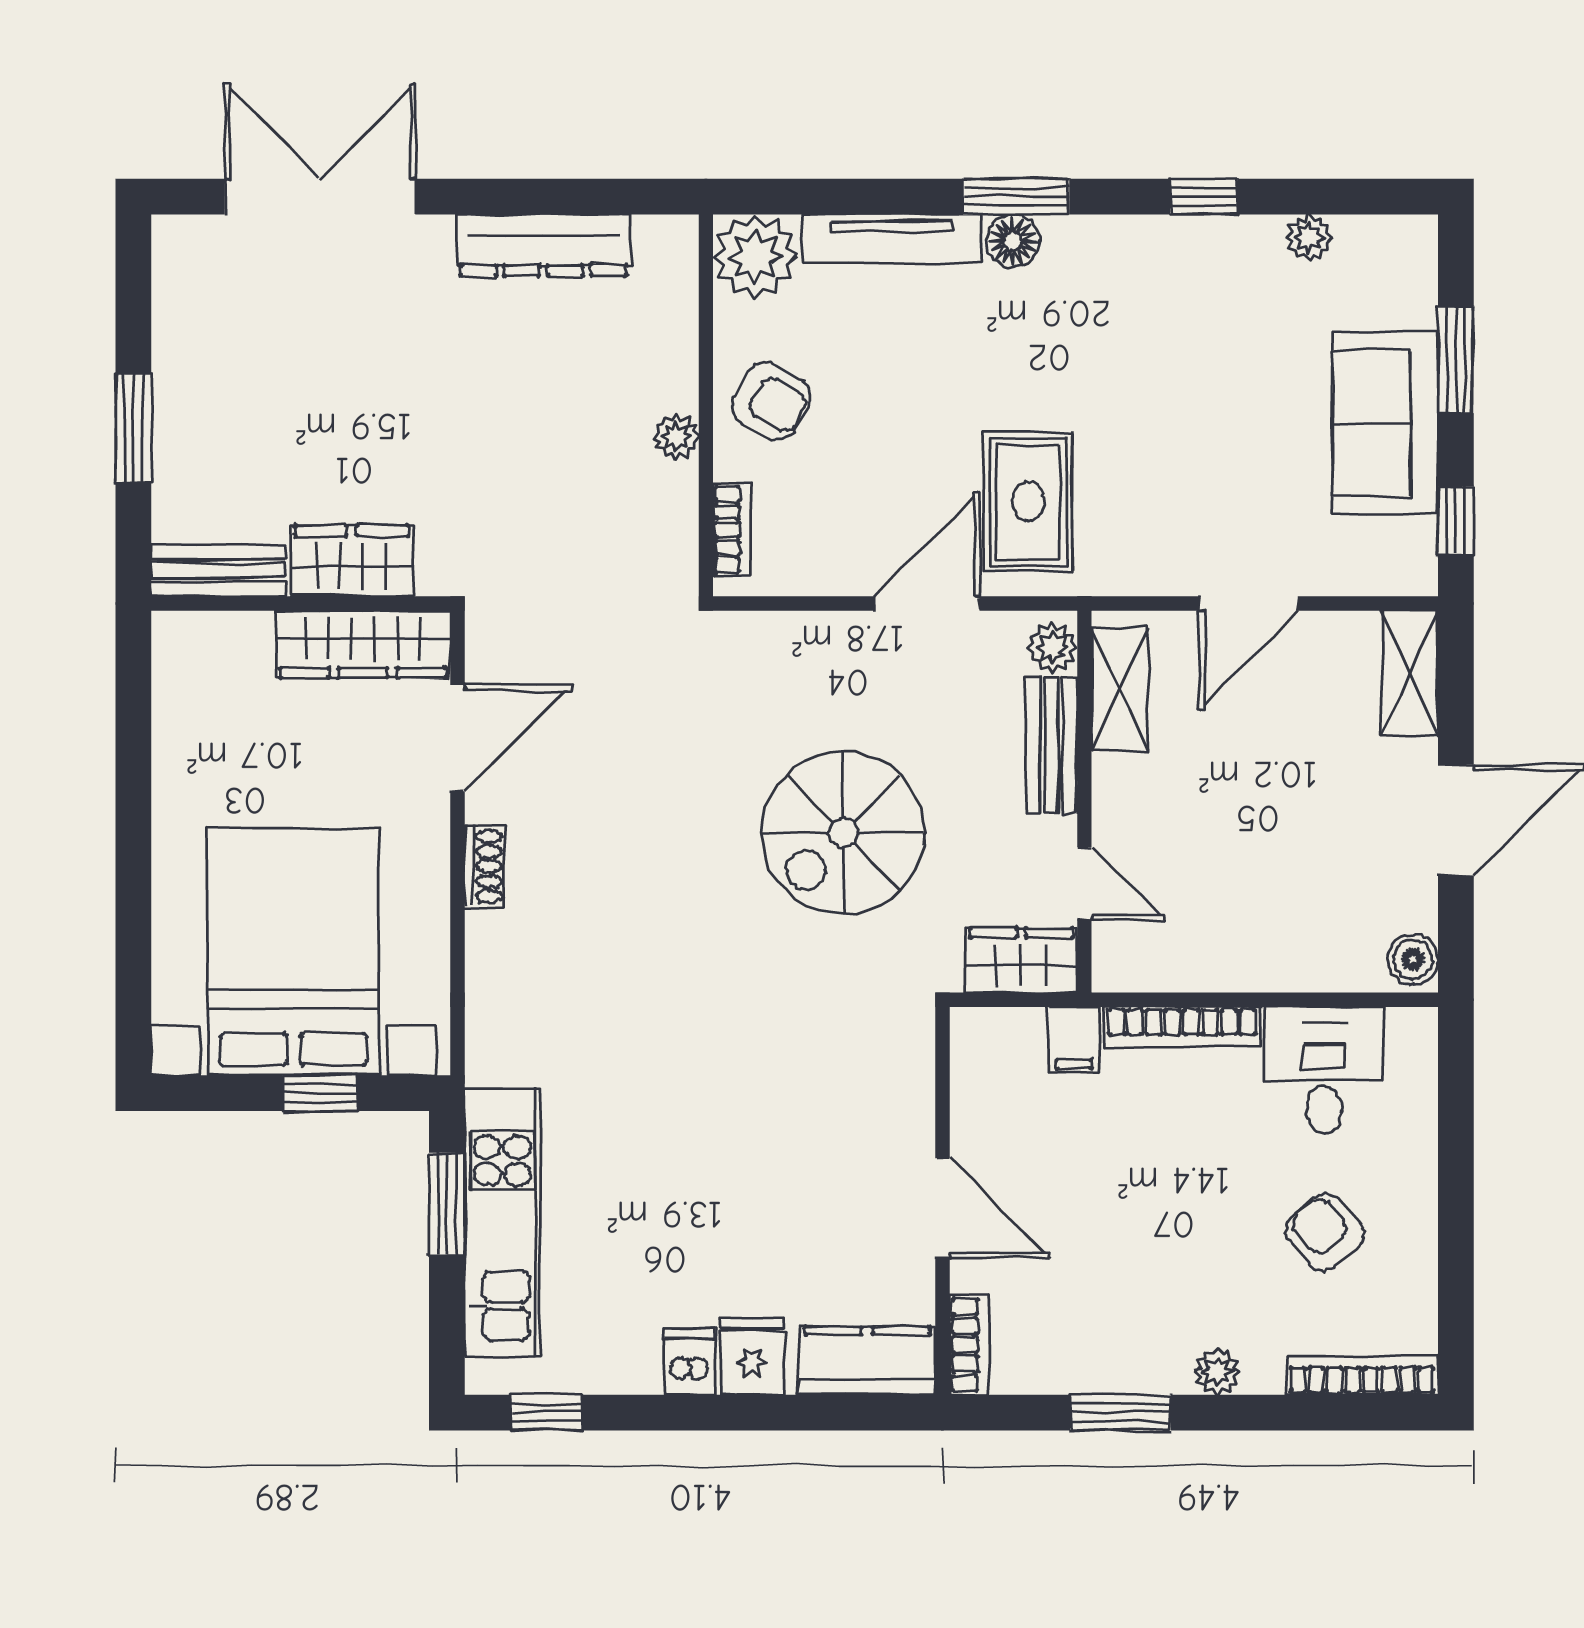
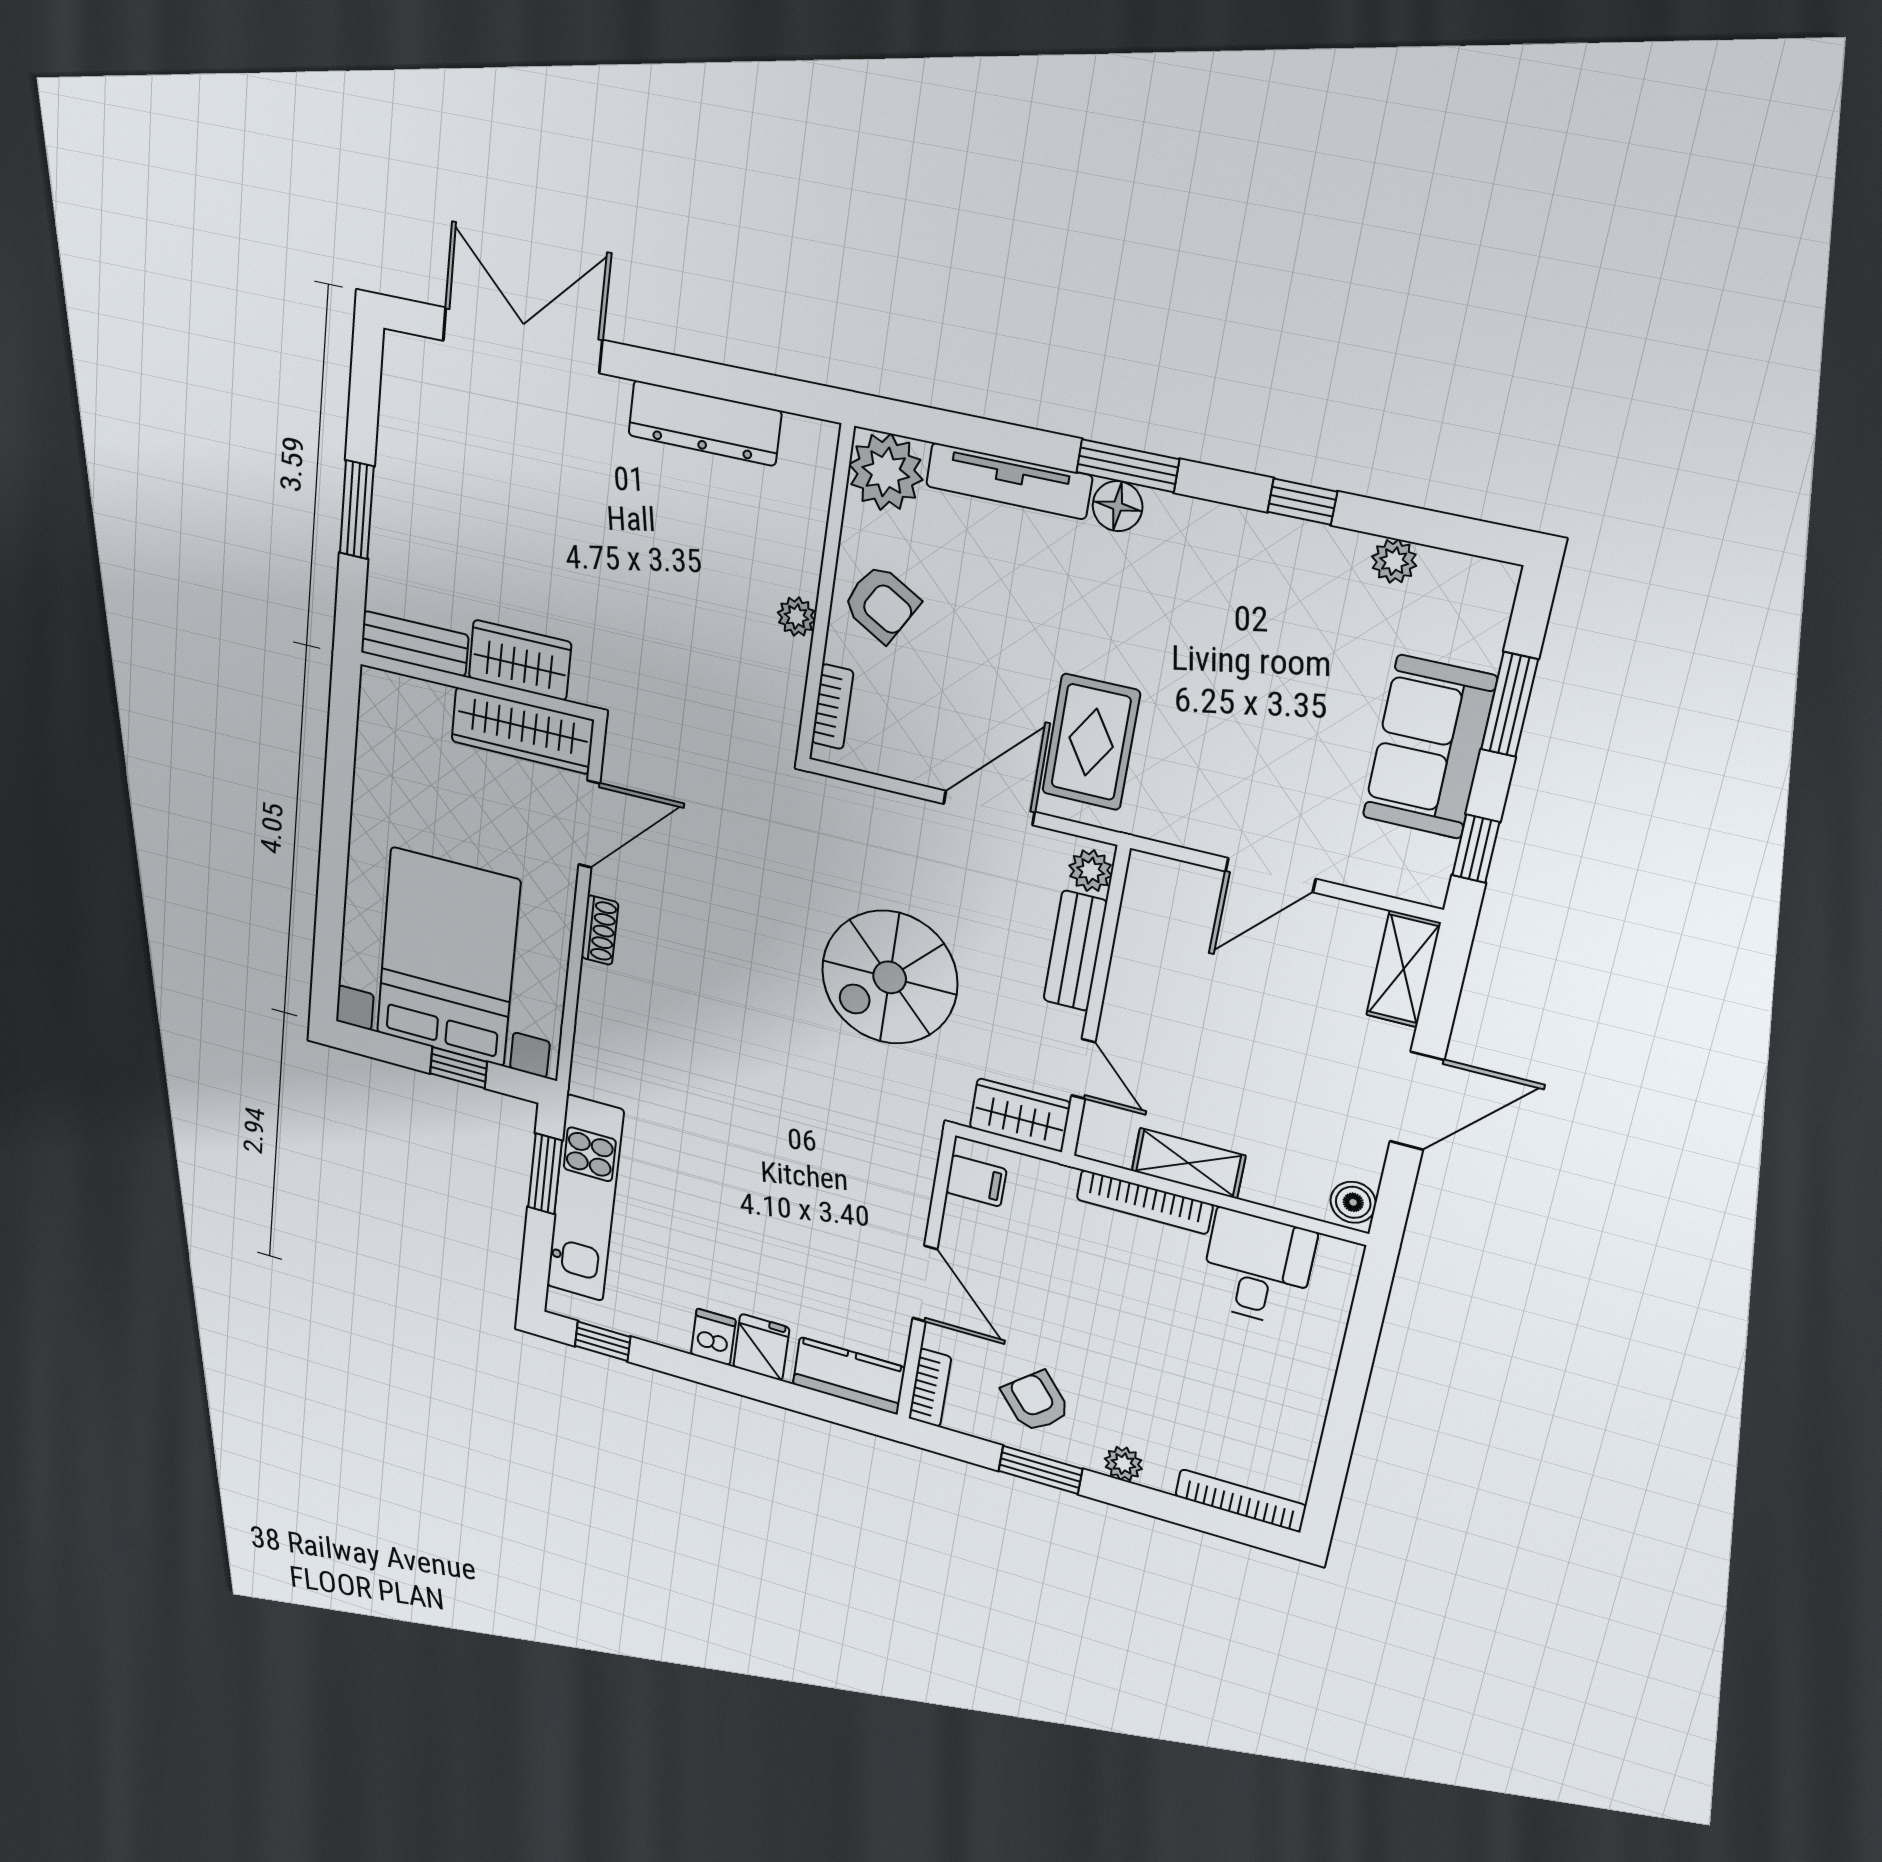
shelving: (1119, 689) -> (1188, 1163), moved, turned 90
filing cabinet: (1074, 1040) -> (976, 1181), moved, turned -90
armchair: (1325, 1232) -> (1036, 1401), moved

